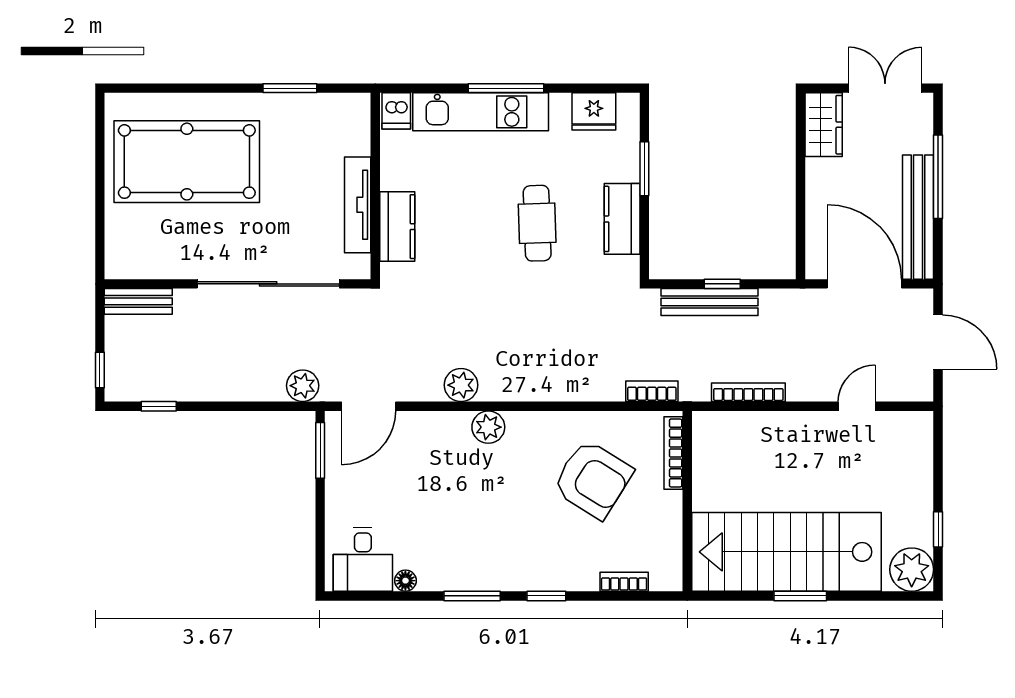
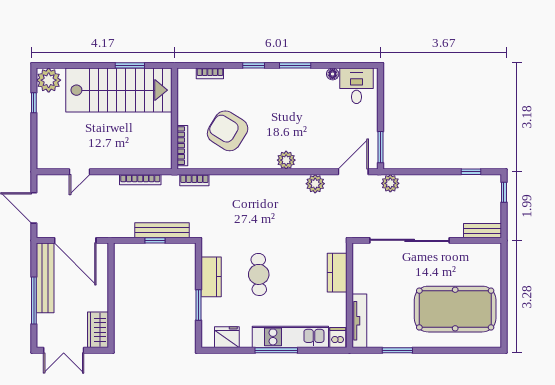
tv unit: (358, 205) -> (359, 321), moved
plant: (461, 385) -> (315, 184), moved
window: (800, 596) -> (130, 65), moved

